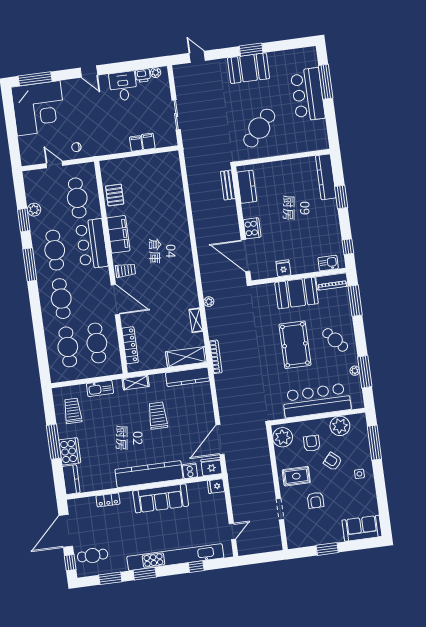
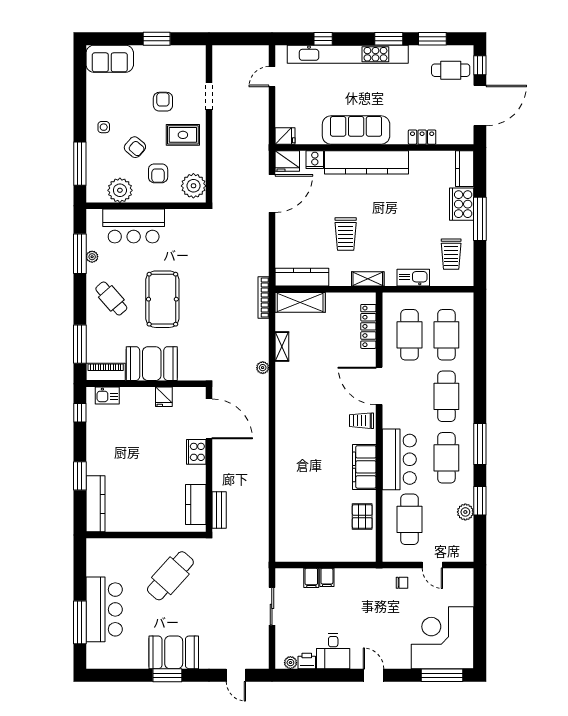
bar counter: (317, 400) -> (134, 226), width x0.73

